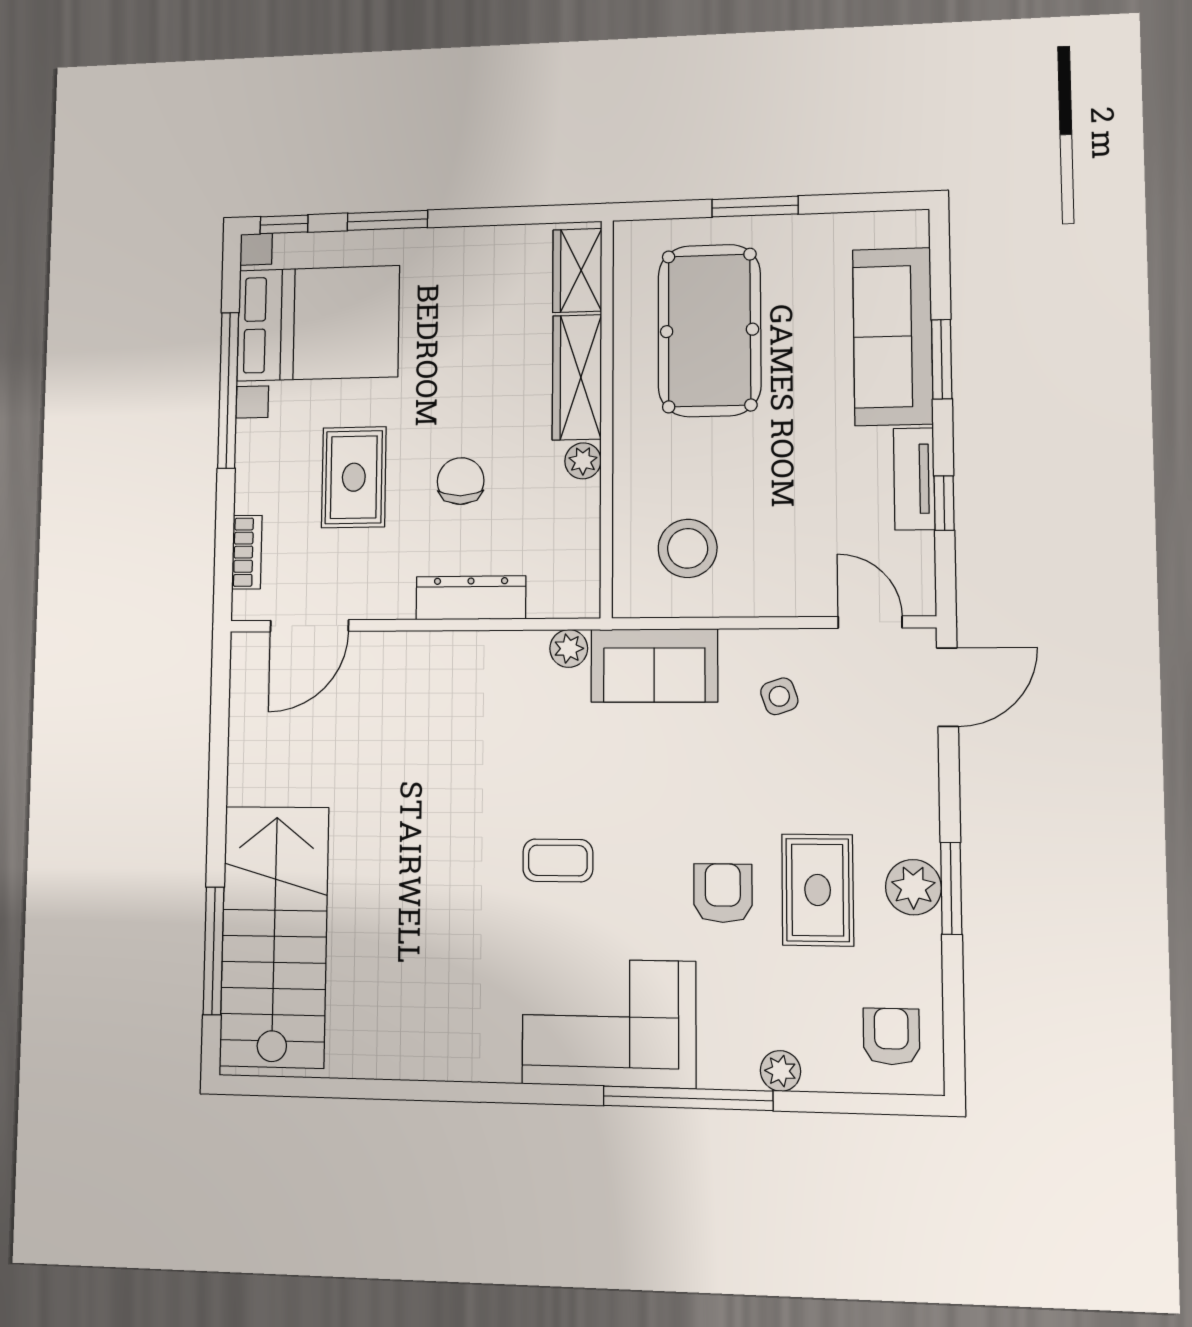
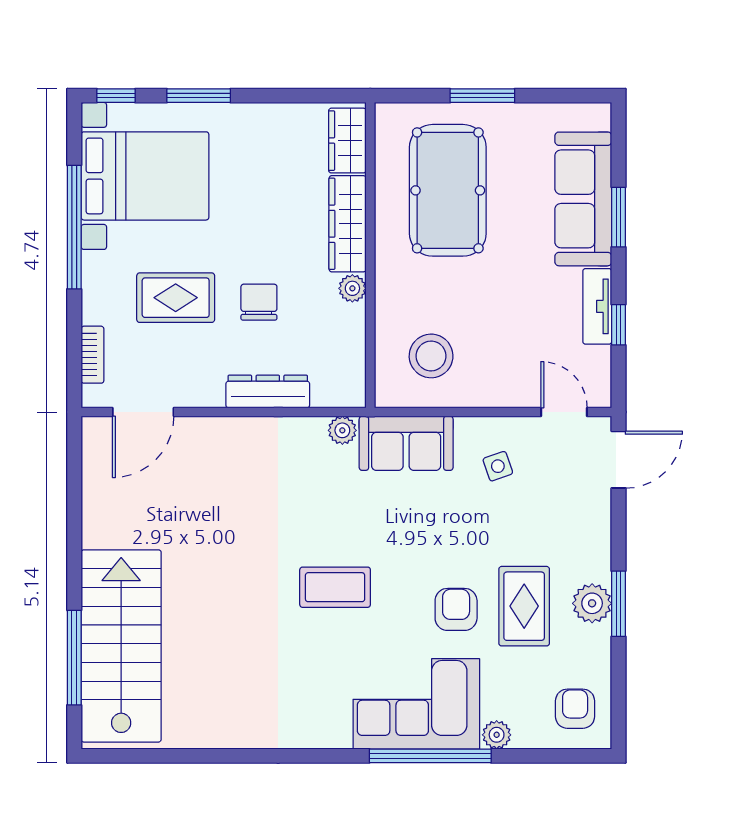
rug: (354, 477) -> (176, 298), turned 90
coffee table: (558, 860) -> (335, 587), width x1.36, depth x1.30
corner sofa: (609, 1023) -> (416, 704), moved

